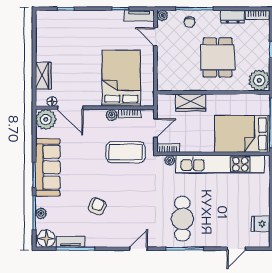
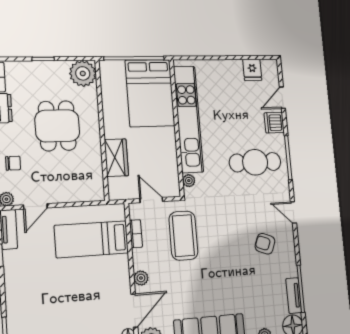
dining table: (218, 57) -> (57, 126), turned 90
bed: (121, 78) -> (92, 239), width x0.67
plant: (112, 115) -> (141, 278), moved
bookcase: (168, 148) -> (174, 183), removed
armchair: (97, 206) -> (265, 244), moved
dishwasher: (215, 239) -> (274, 123), added
door: (236, 249) -> (282, 98), swing flipped

